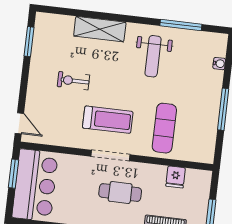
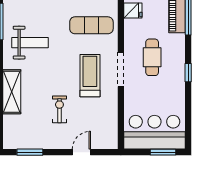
exercise bike: (73, 81) -> (59, 109), turned 180
door: (19, 123) -> (81, 152), moved
window: (13, 174) -> (163, 152), moved

